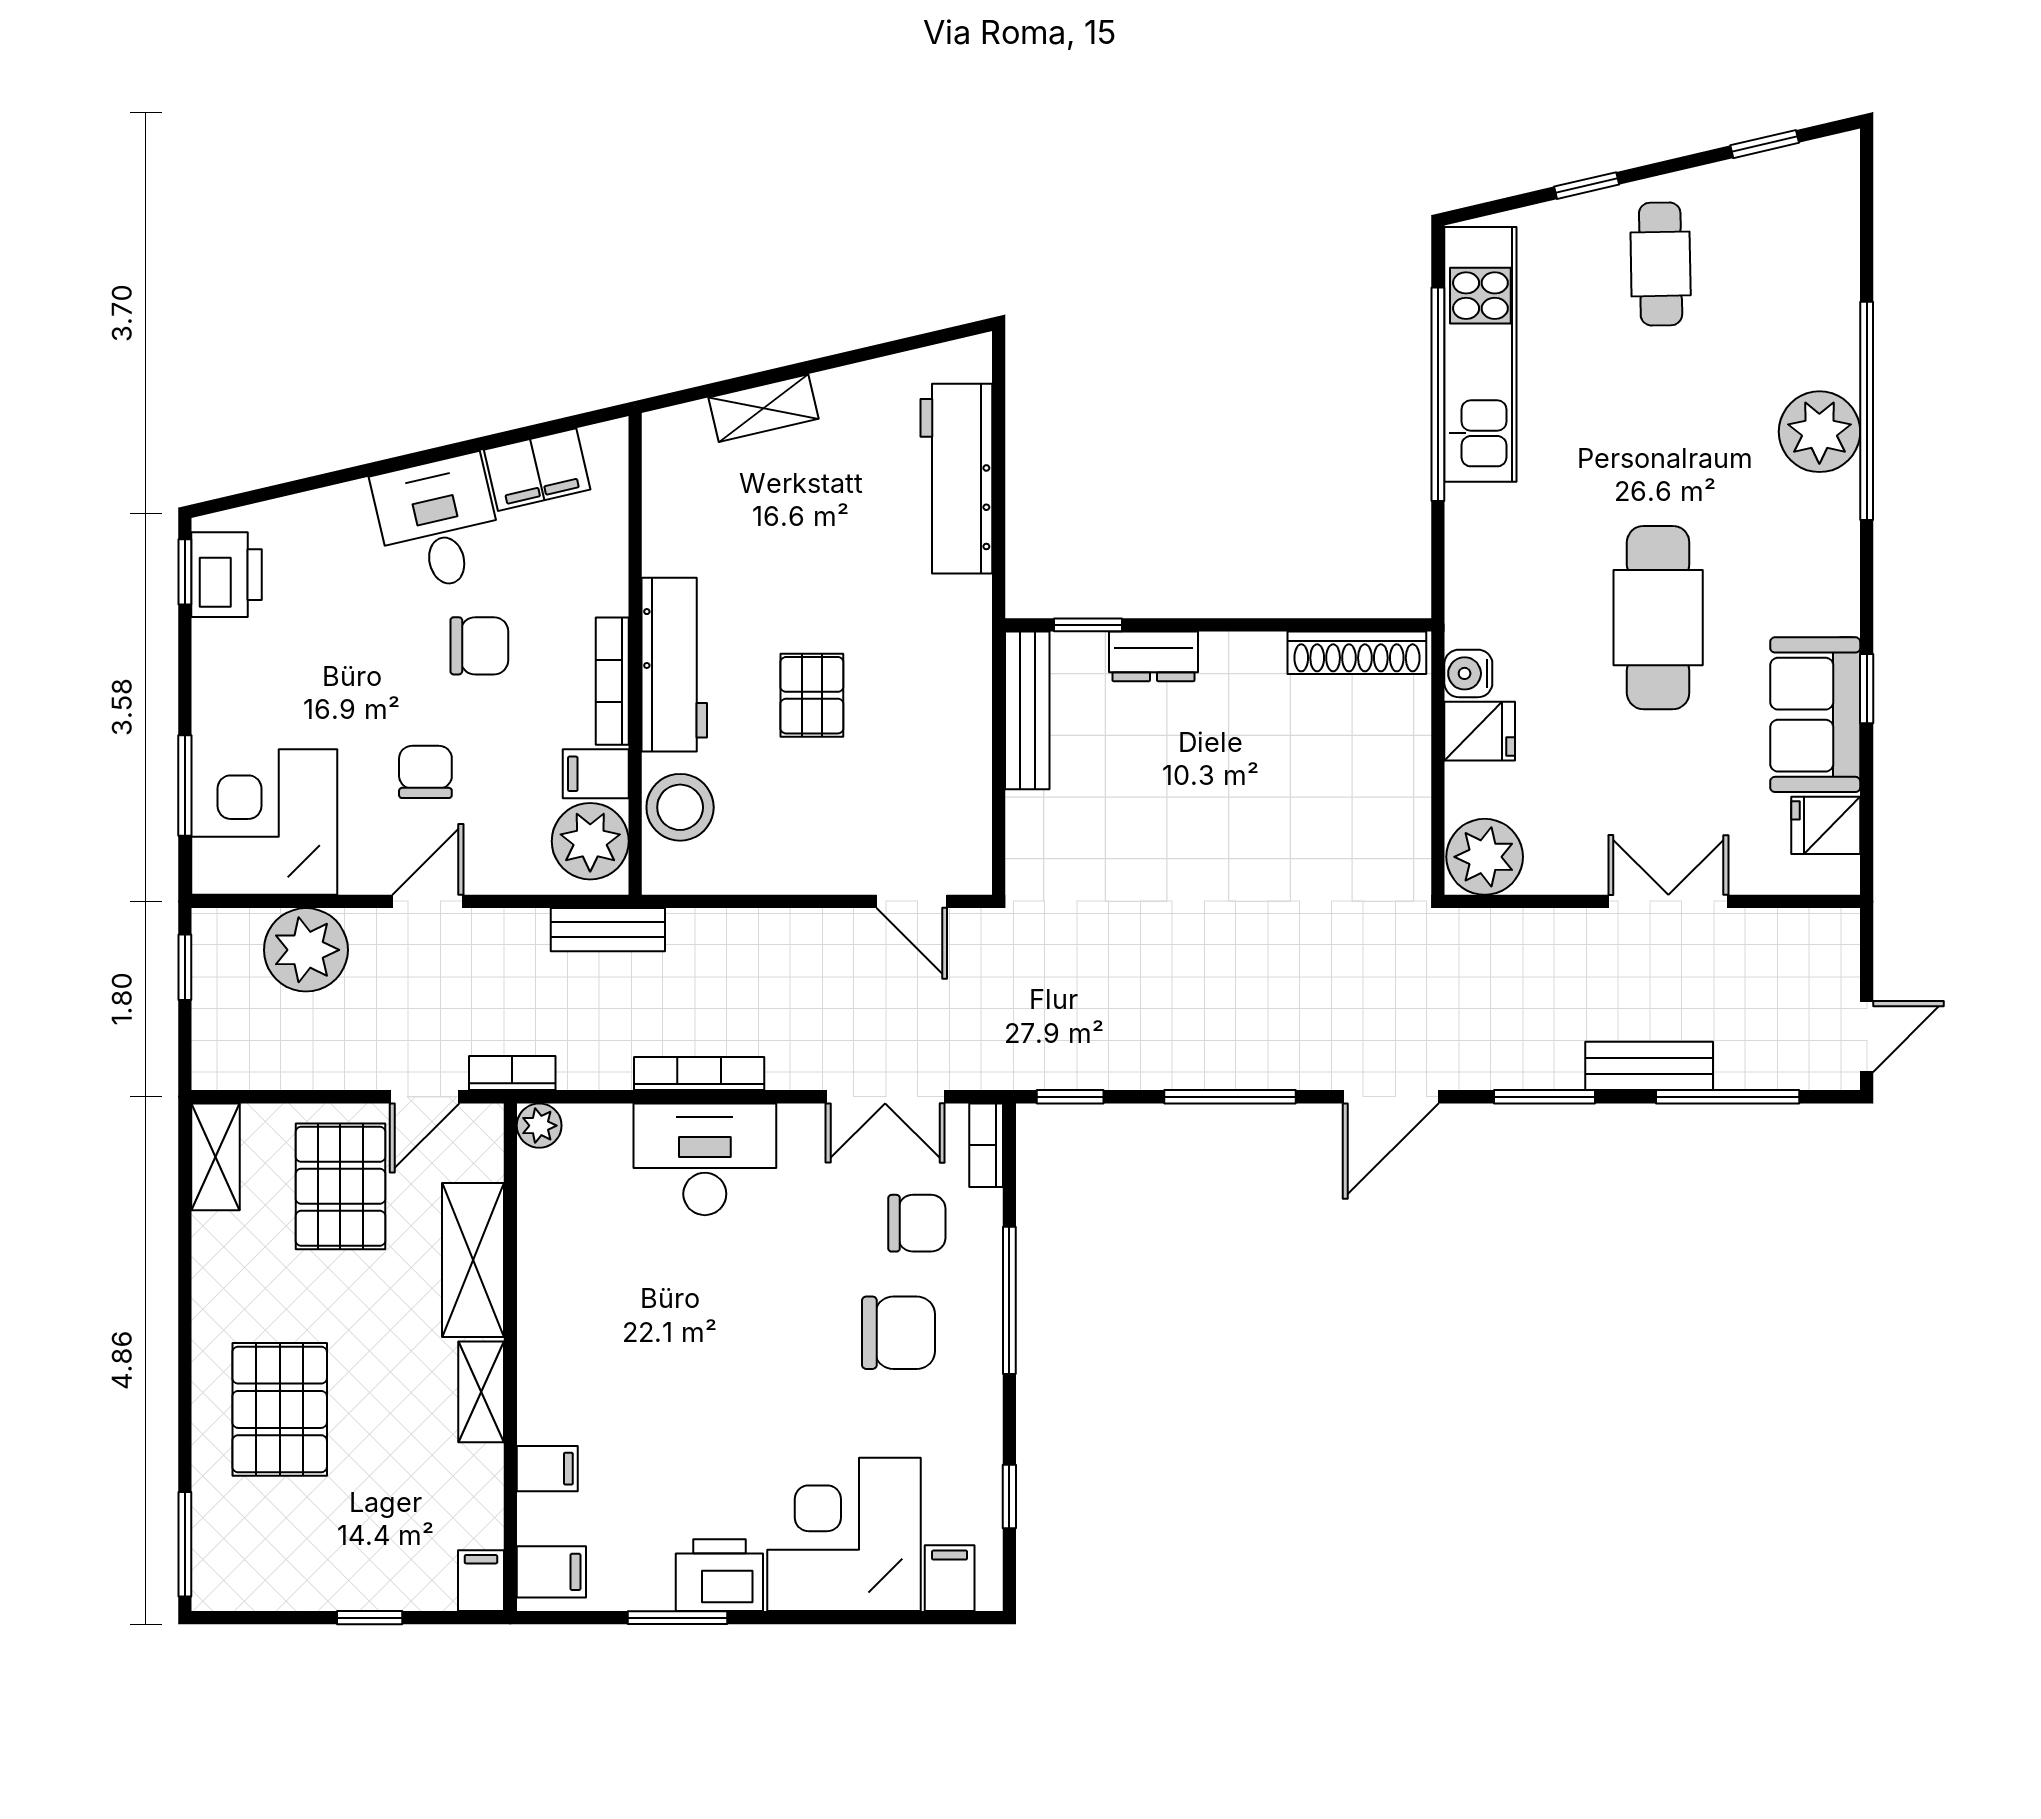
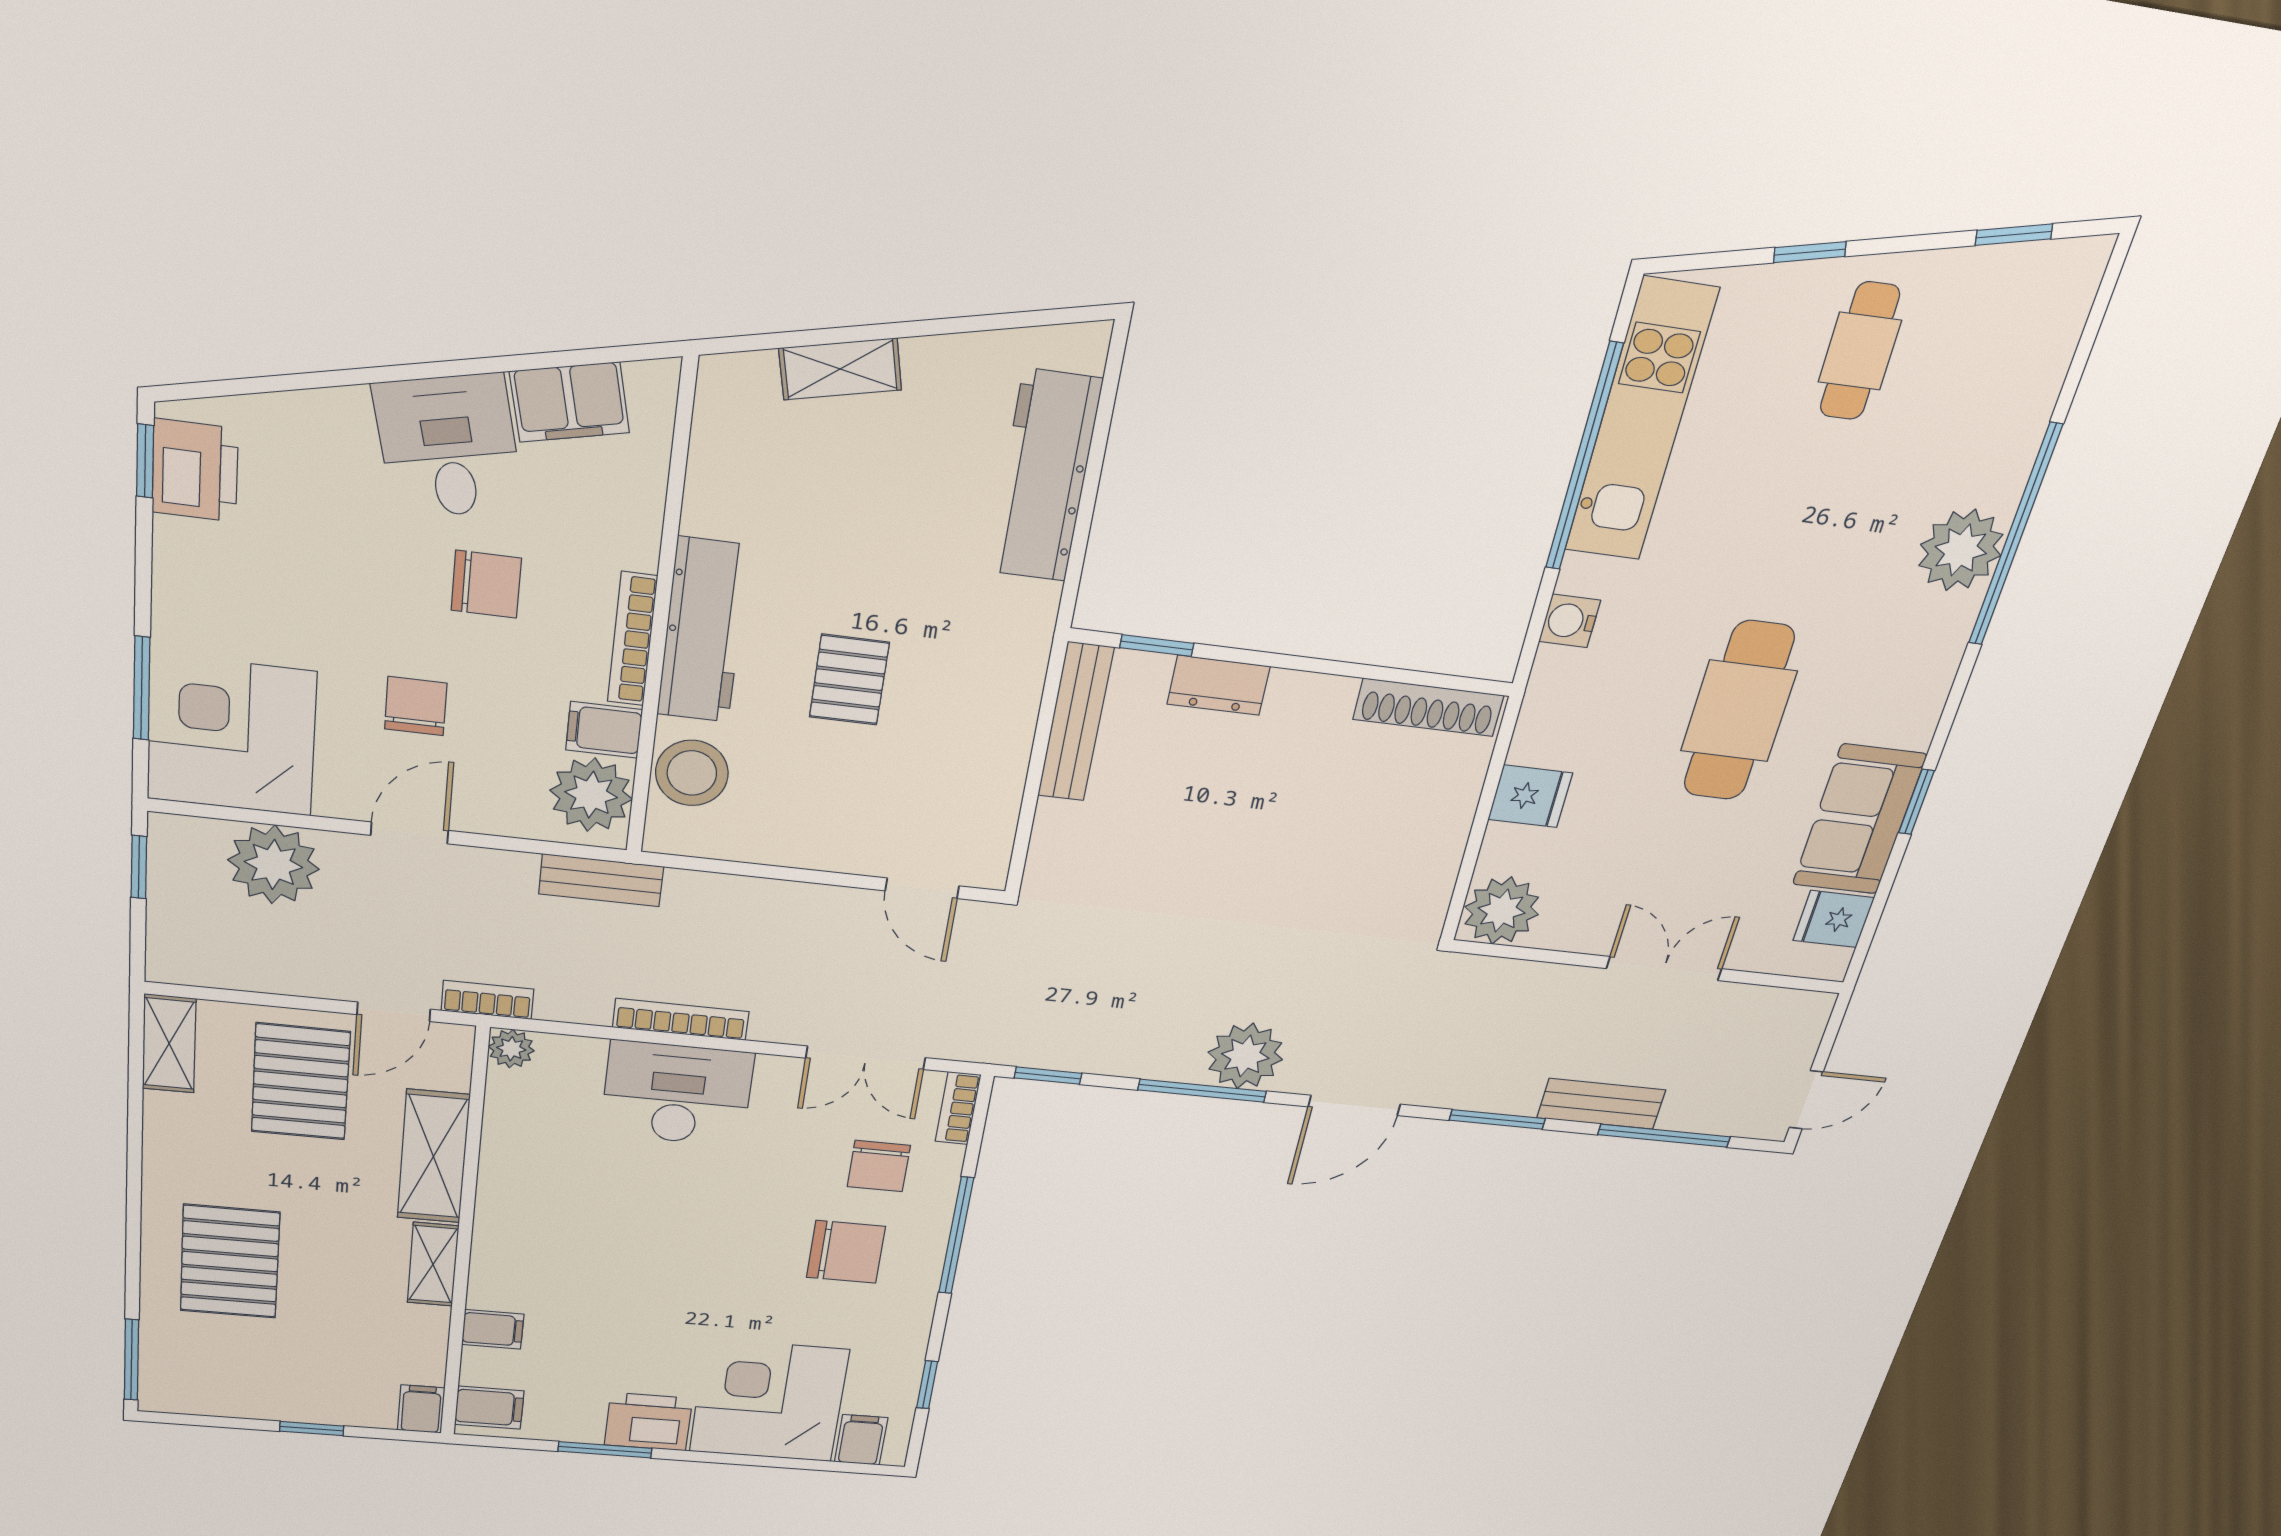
water cooler: (1468, 673) -> (1570, 621), moved
plant: (1265, 1051) -> (1245, 1056), added
chair: (917, 1223) -> (879, 1166), turned 90

